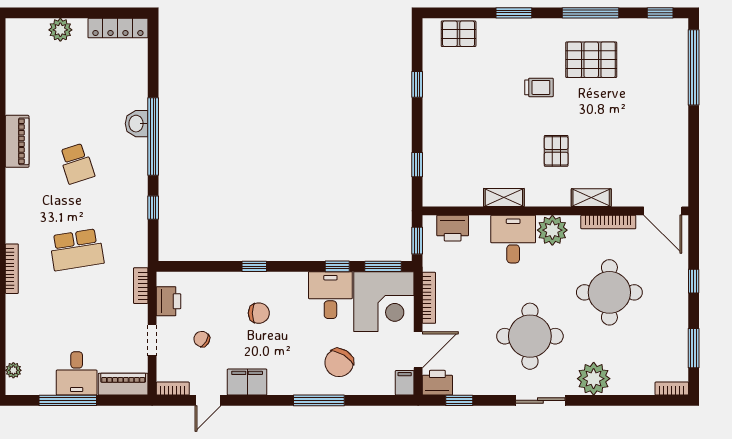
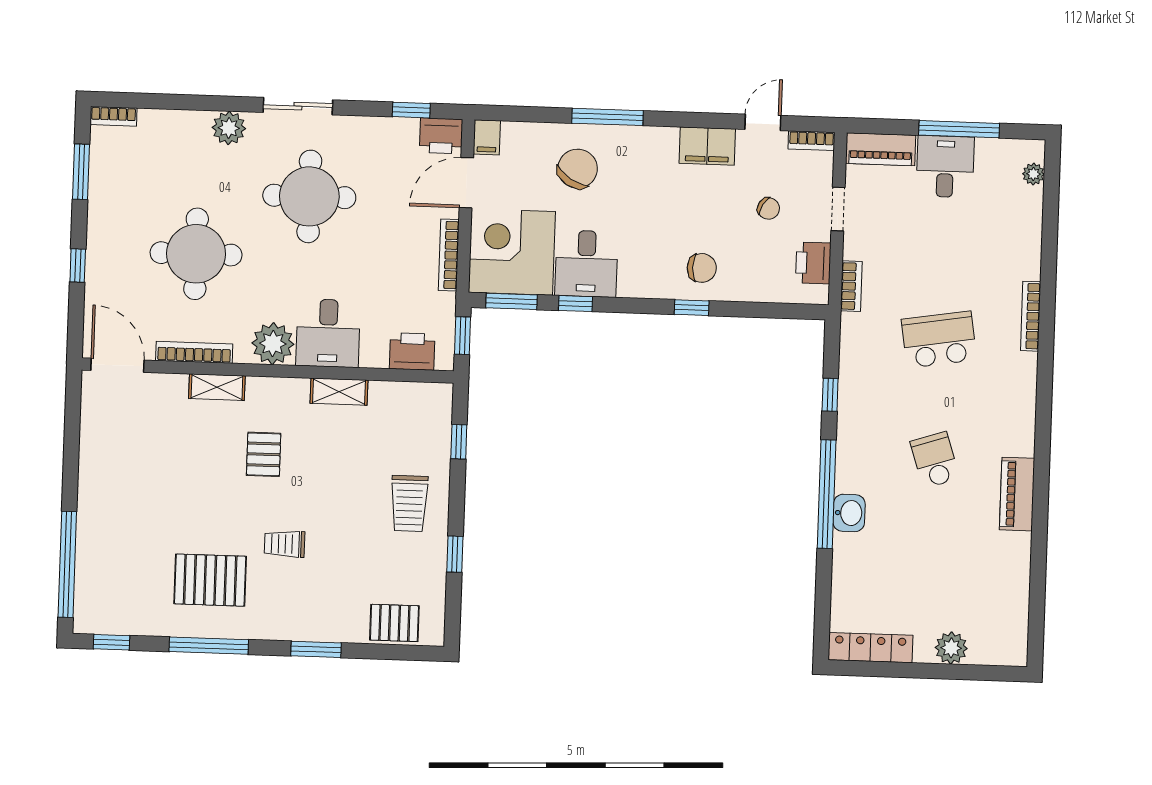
trolley: (451, 119) -> (409, 503), added
chair: (259, 313) -> (702, 268), moved, turned 180
plant: (594, 379) -> (229, 128), width x0.73, depth x0.73

